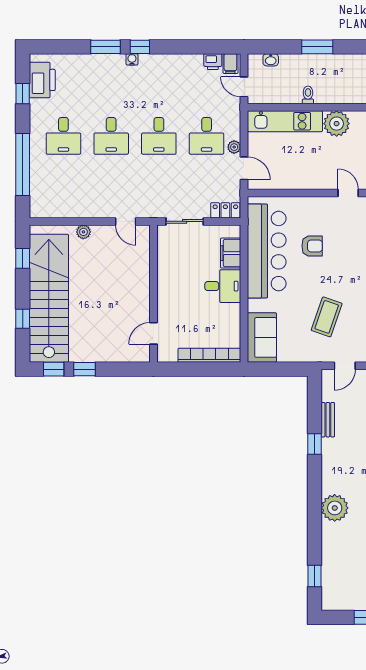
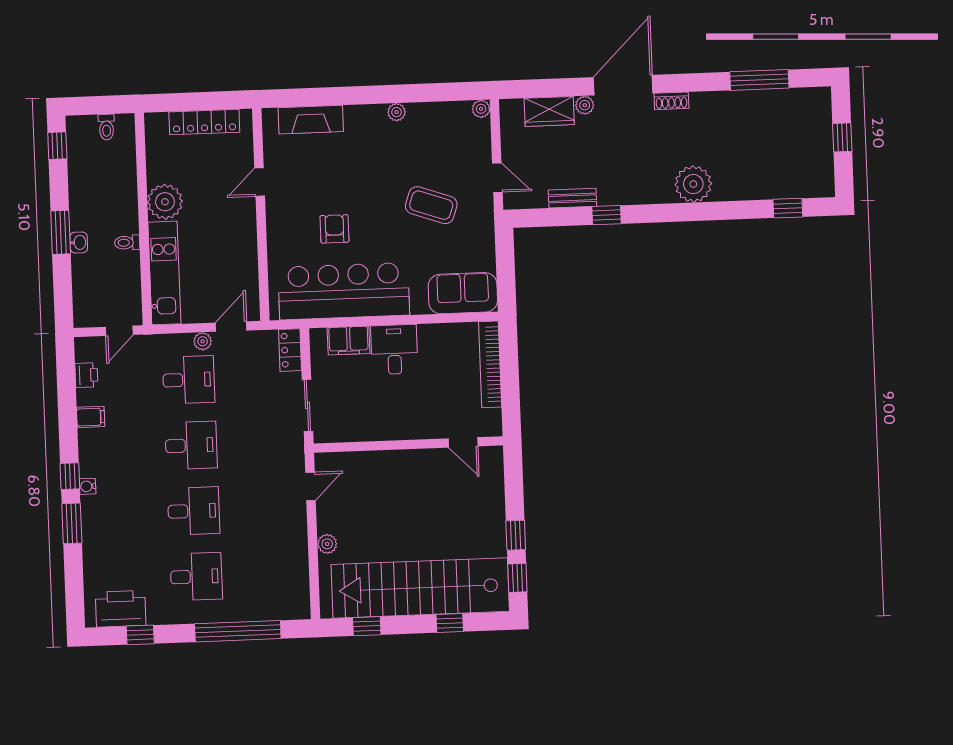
washbasin: (271, 60) -> (79, 242), moved
filing cabinet: (230, 64) -> (91, 417), moved

